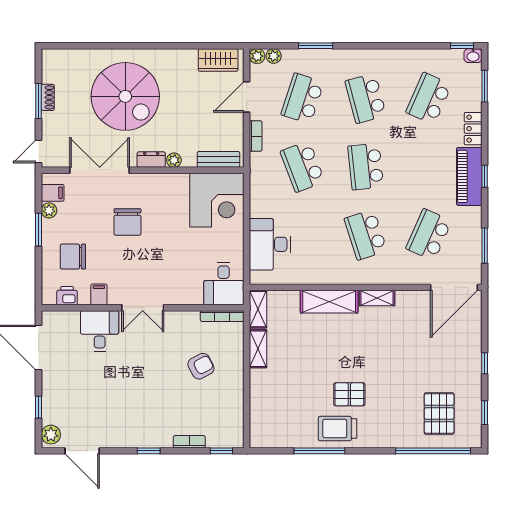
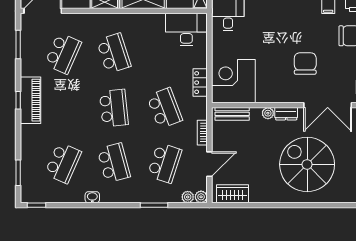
washbasin: (473, 56) -> (92, 197), moved
locker: (473, 129) -> (200, 83), moved, turned 180
desk: (270, 244) -> (186, 30), moved, turned -90

